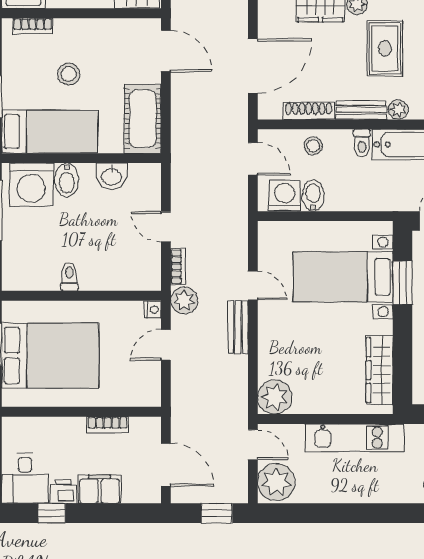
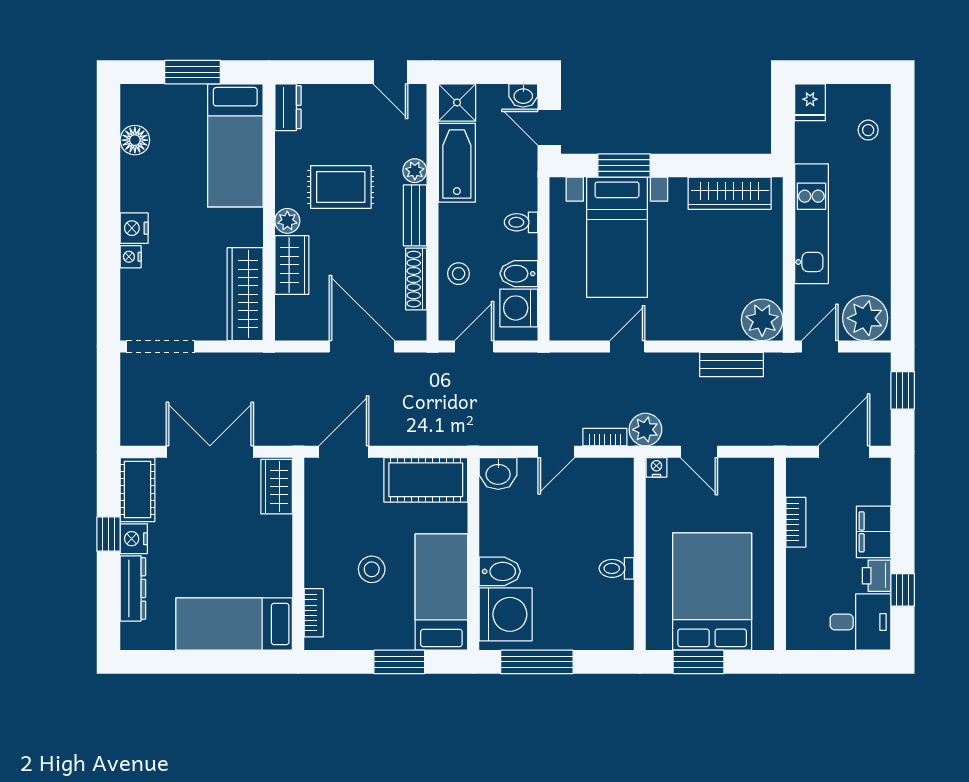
toilet: (362, 143) -> (521, 222), moved, turned 180
washbasin: (111, 176) -> (498, 473), moved, turned 90
bench: (238, 327) -> (732, 365), moved

